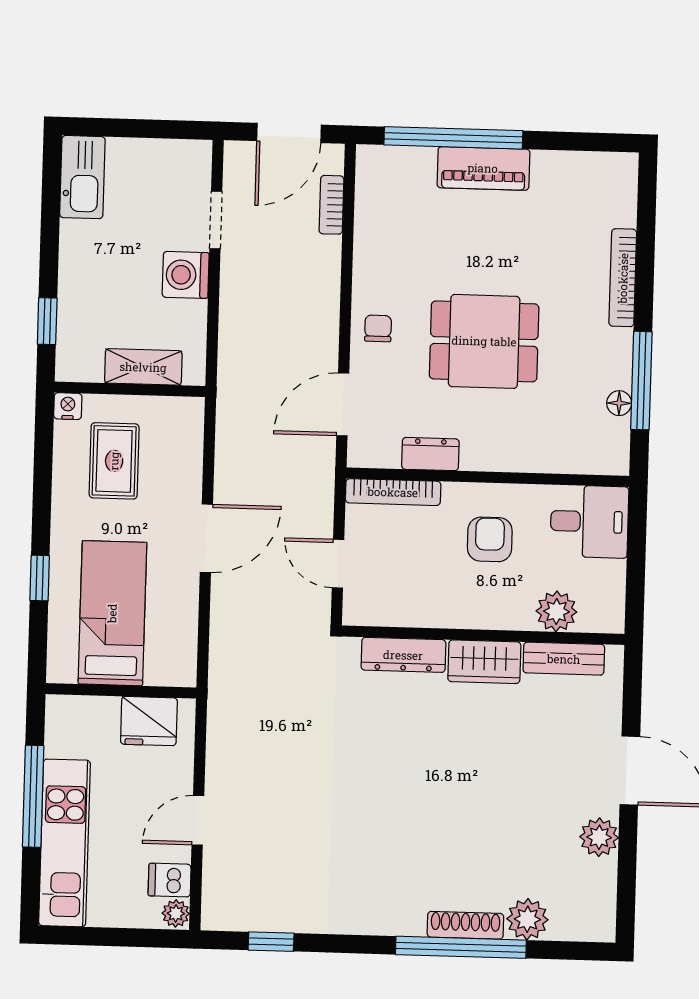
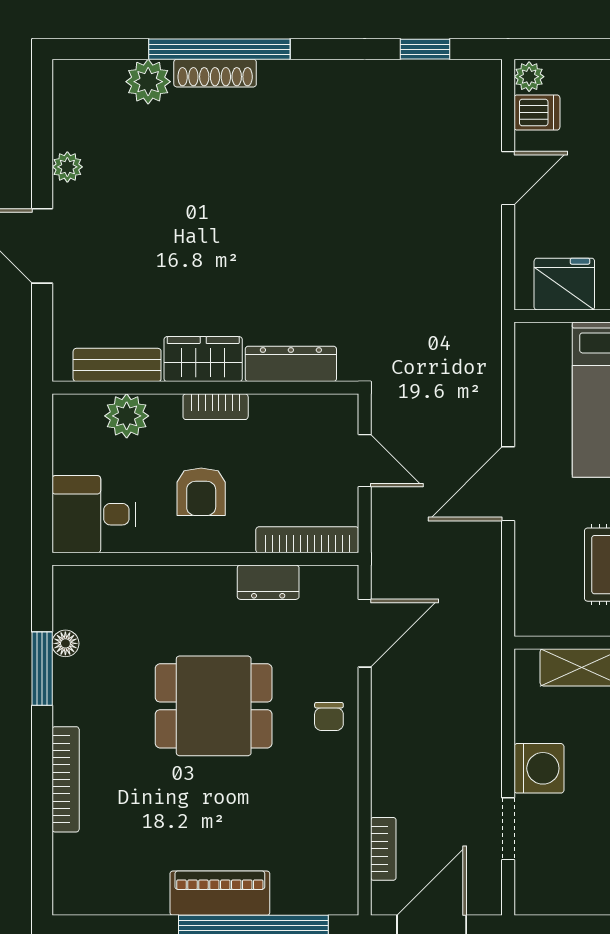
window: (641, 381) -> (42, 669), width x0.69
bookcase: (474, 617) -> (216, 407), added
plant: (599, 837) -> (67, 167), width x0.73, depth x0.73

